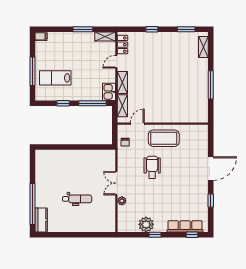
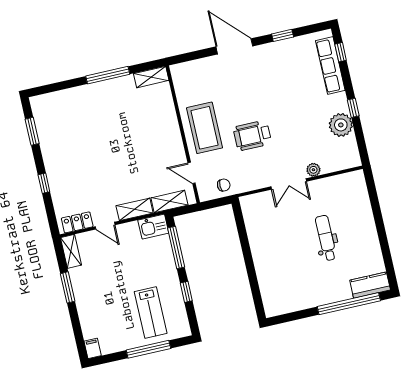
shelving: (203, 47) -> (151, 77), moved

